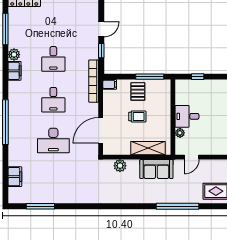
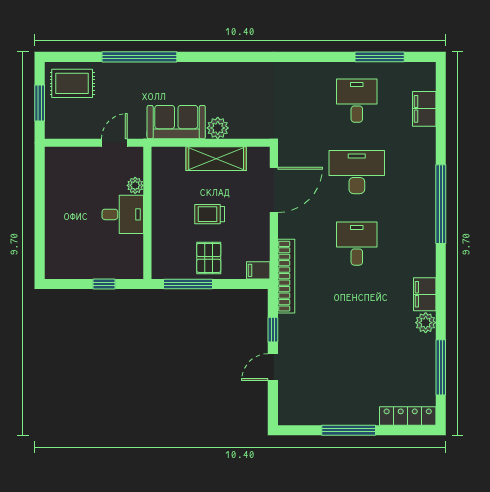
desk: (53, 59) -> (357, 101), moved
shelving: (148, 148) -> (216, 159), moved
plant: (120, 166) -> (218, 128), moved

